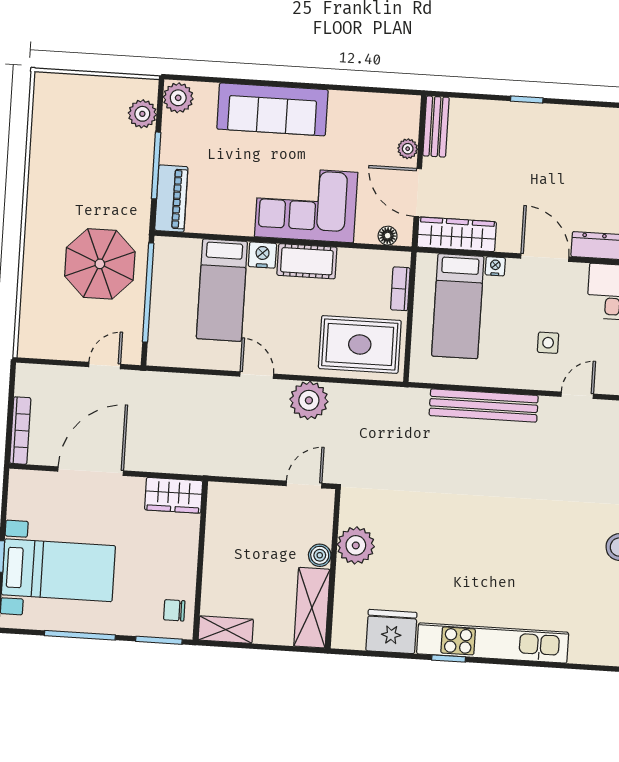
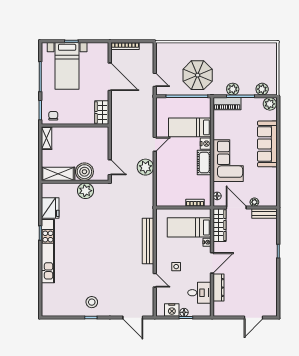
plant: (138, 183) -> (233, 89), added
door: (418, 193) -> (236, 208), hinge flipped
rug: (360, 344) -> (170, 187), removed
boiler: (320, 555) -> (84, 172), width x1.86, depth x1.86

